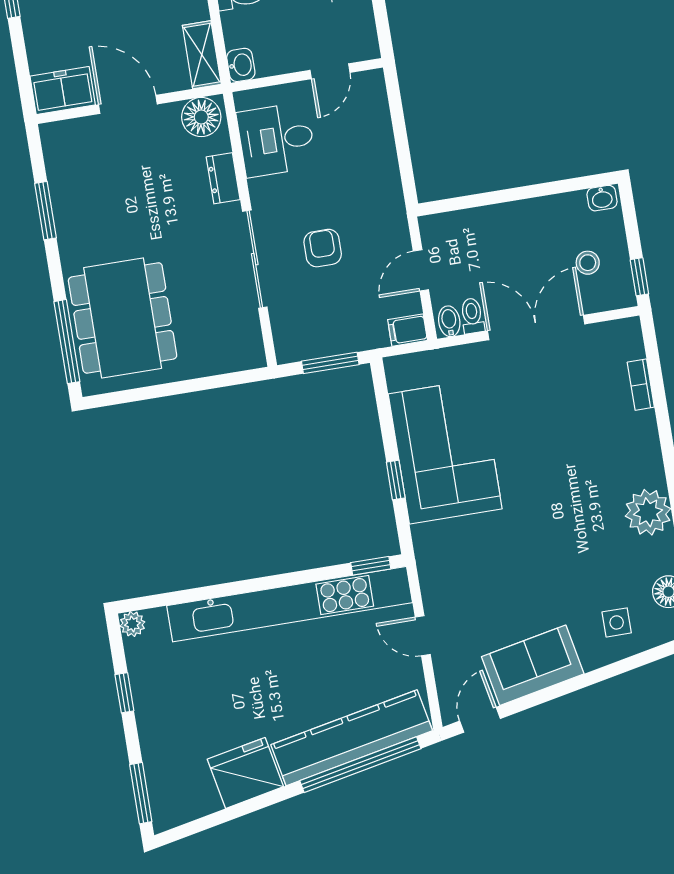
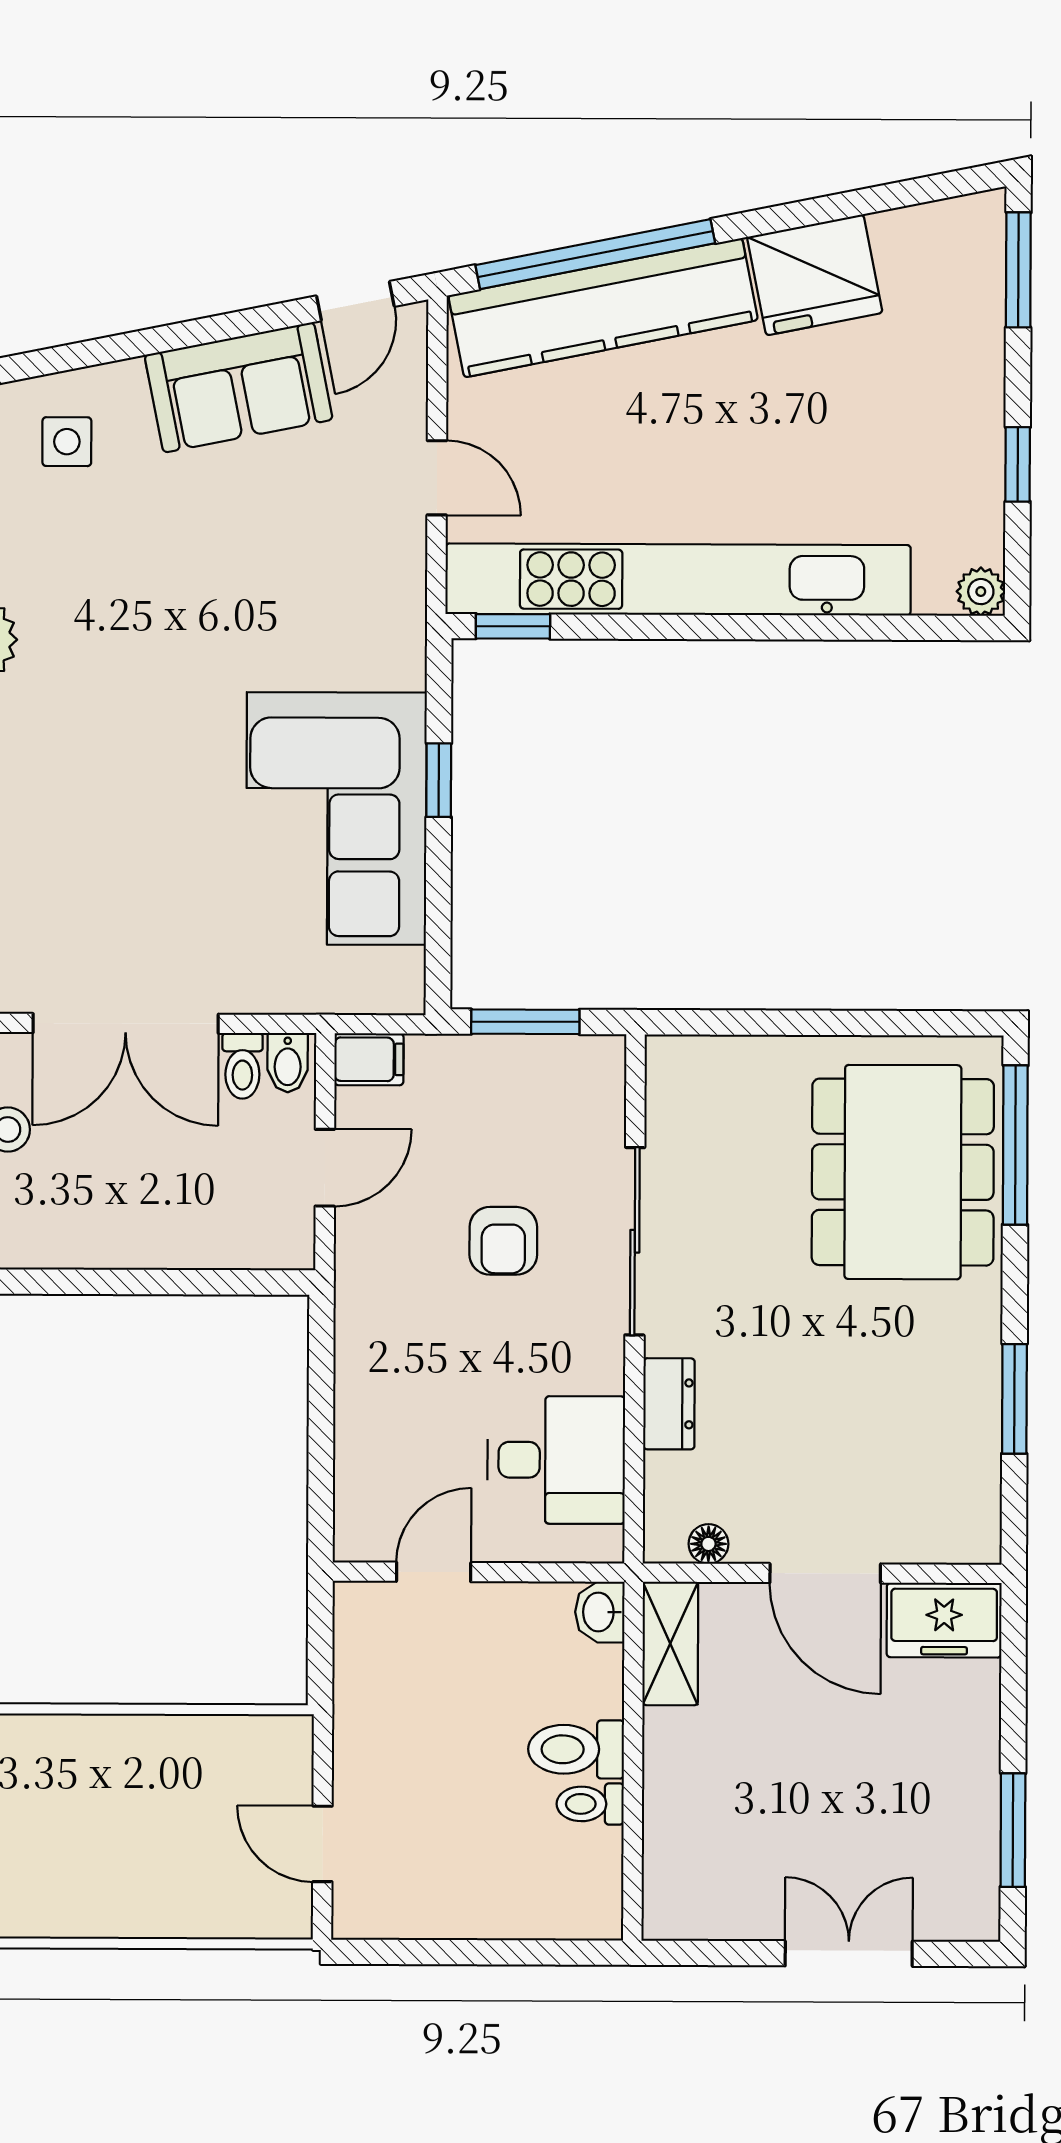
floor lamp: (201, 117) -> (708, 1544), width x0.53, depth x0.53

